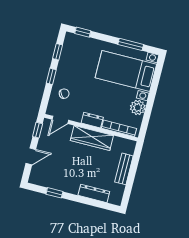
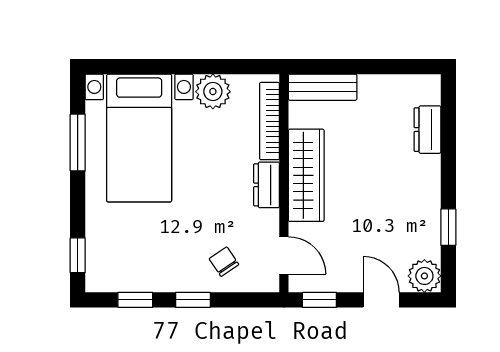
bench: (124, 169) -> (323, 87), moved
plant: (36, 177) -> (424, 276), added
dresser: (94, 193) -> (428, 130), width x0.70

